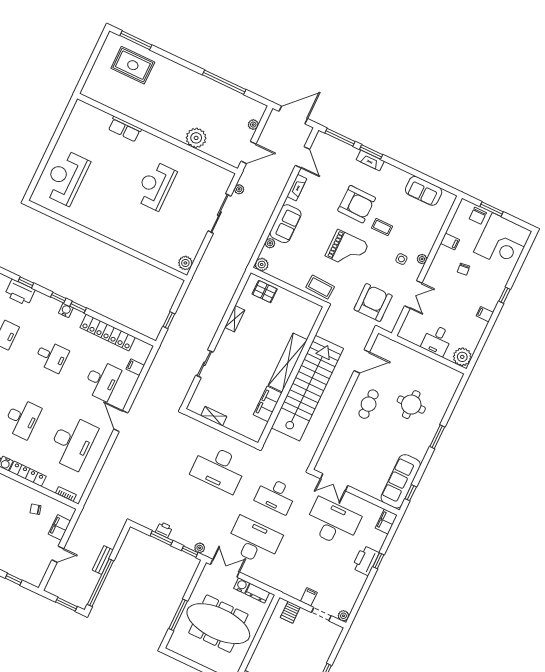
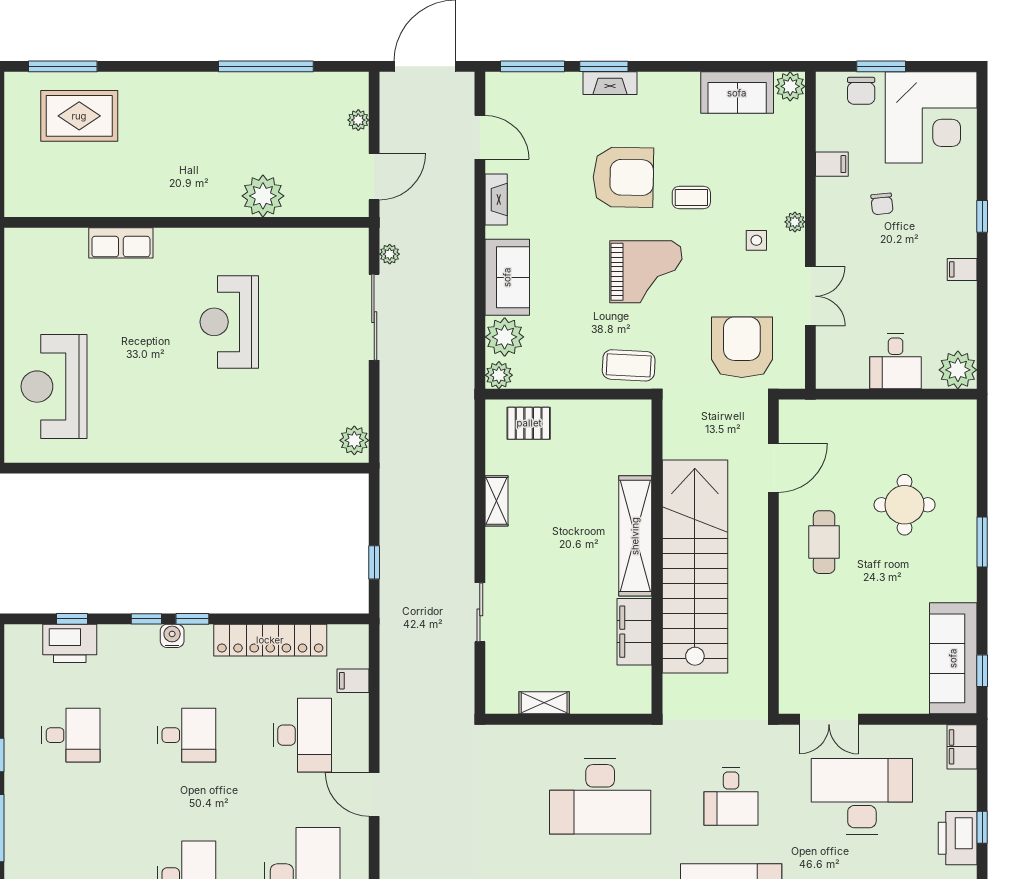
plant: (448, 199) -> (790, 86), added
plant: (270, 243) -> (505, 337), width x1.87, depth x1.87
desk: (276, 495) -> (731, 796), width x0.73

